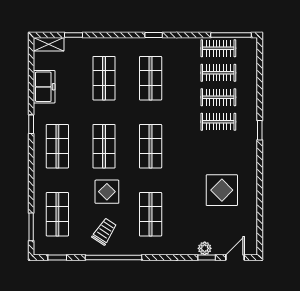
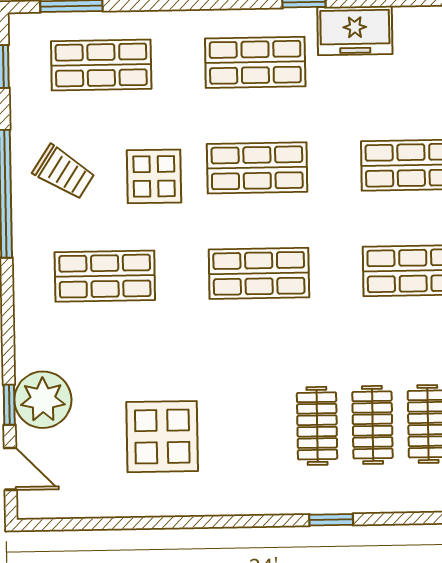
freezer: (44, 87) -> (355, 31), moved
window: (260, 130) -> (331, 520), moved
plant: (205, 248) -> (43, 400), width x1.87, depth x1.87

